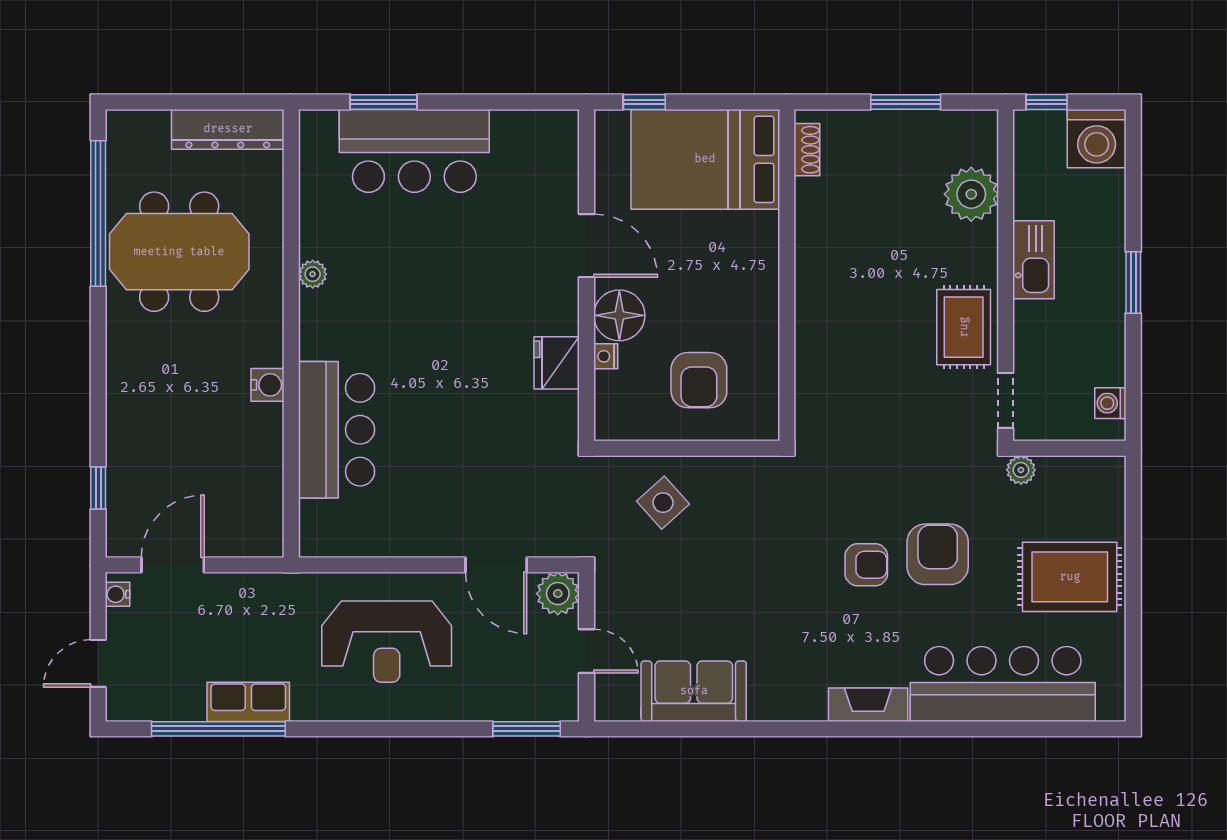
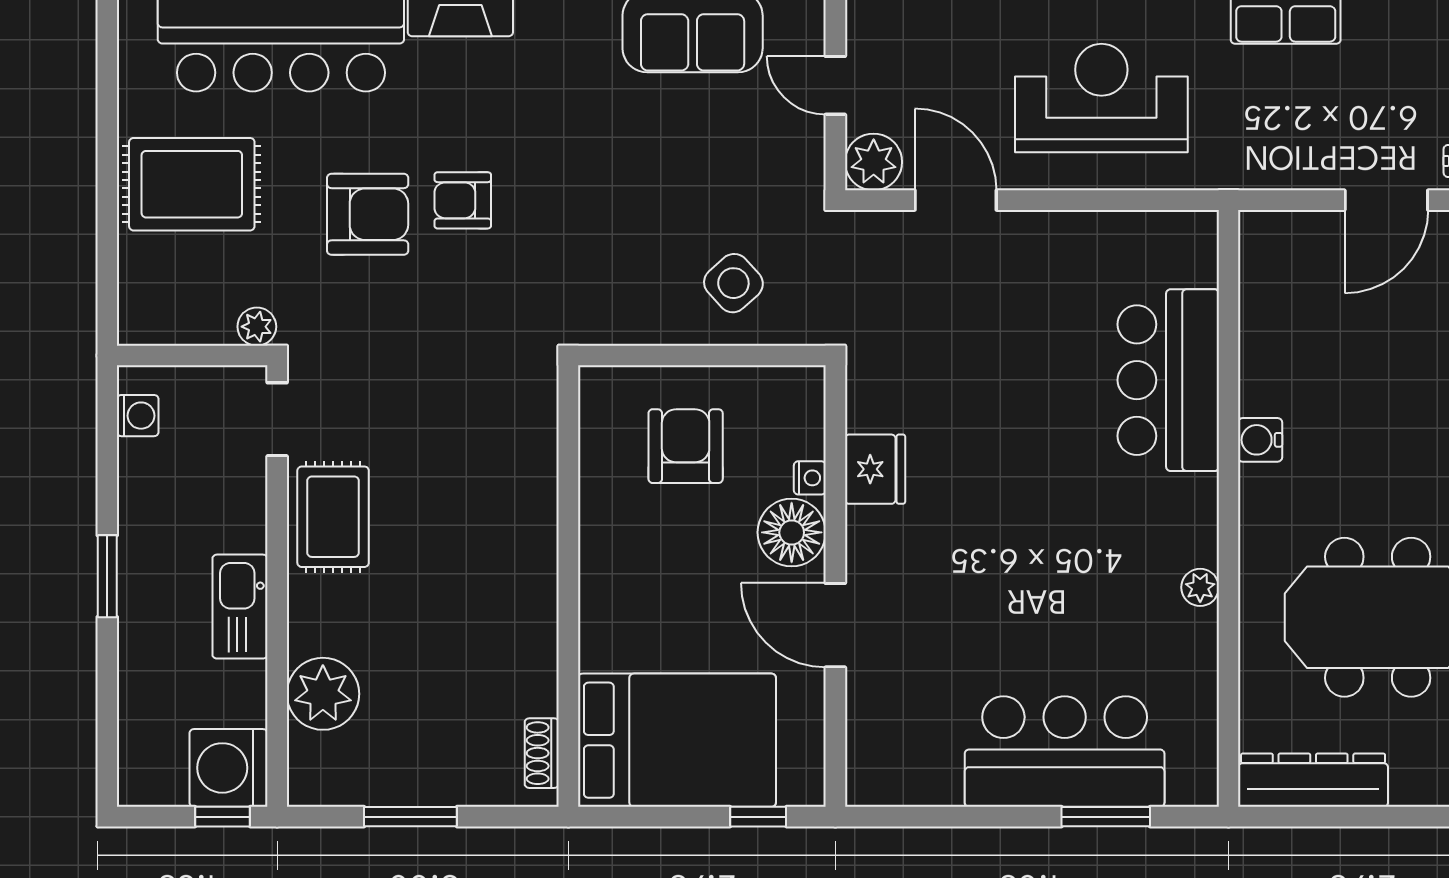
washing machine: (1097, 139) -> (228, 768), moved, turned -90
armchair: (938, 554) -> (368, 214), turned -90

